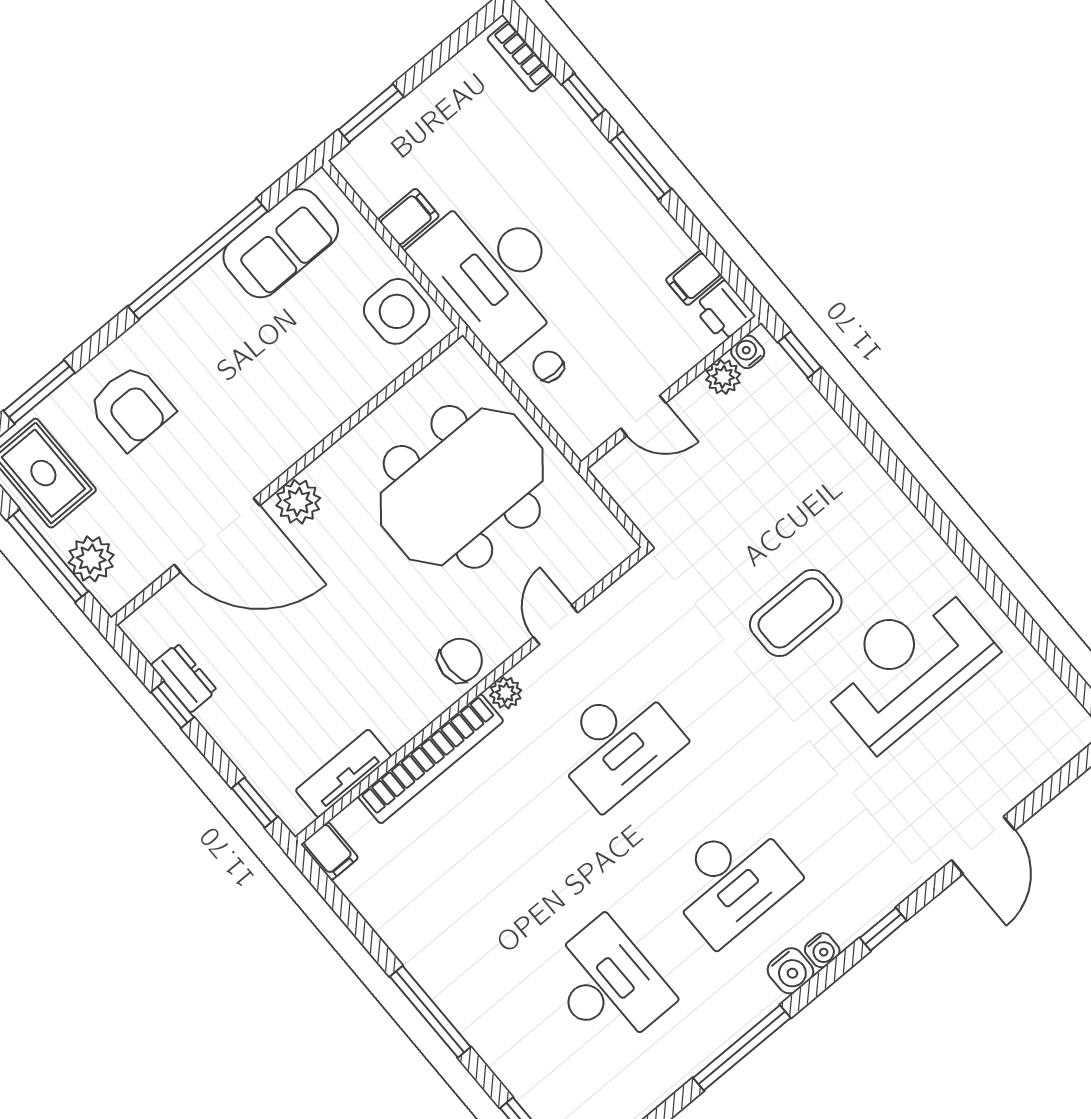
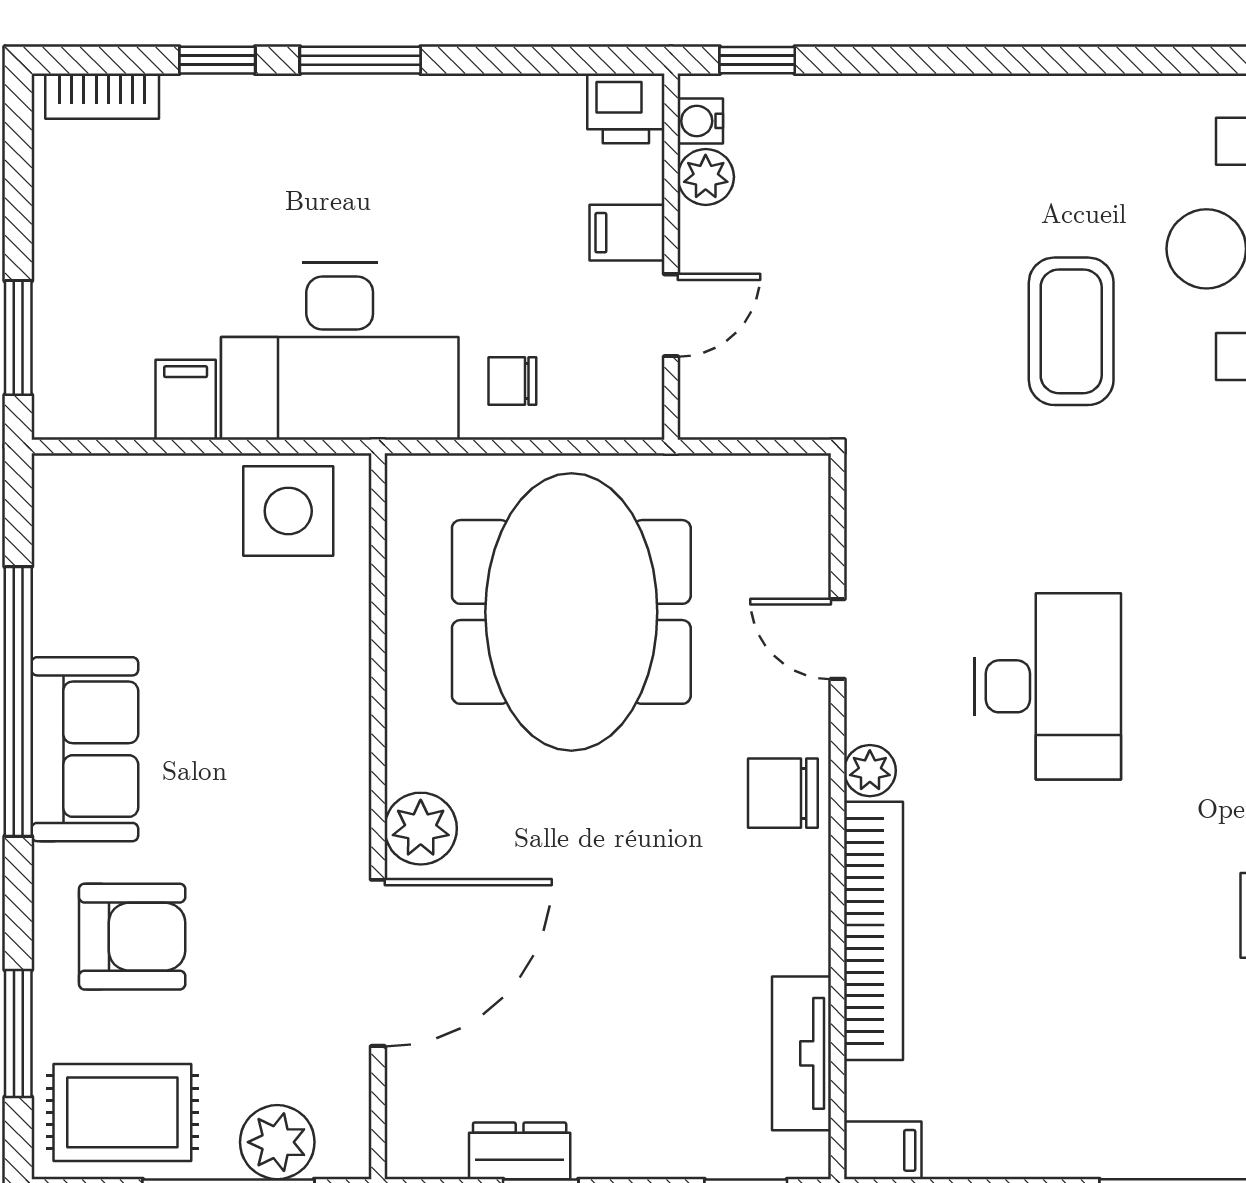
sofa: (281, 243) -> (85, 749), moved
filing cabinet: (694, 278) -> (627, 233), moved, turned 90
chair: (460, 660) -> (783, 793), turned -90

